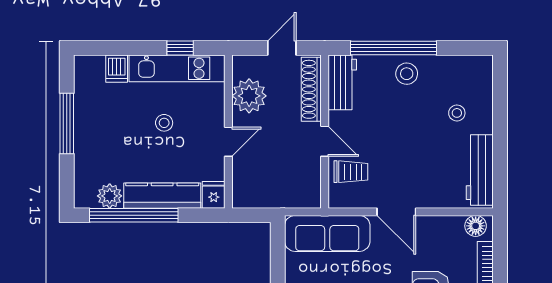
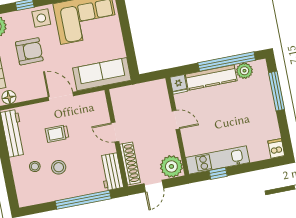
dishwasher: (117, 69) -> (276, 148), moved
stool: (407, 74) -> (59, 167), moved
plant: (249, 96) -> (171, 166), moved
window: (67, 123) -> (277, 91), moved
stool: (164, 123) -> (219, 124), removed
door: (228, 142) -> (176, 120), swing flipped
trolley: (351, 172) -> (57, 134), moved

